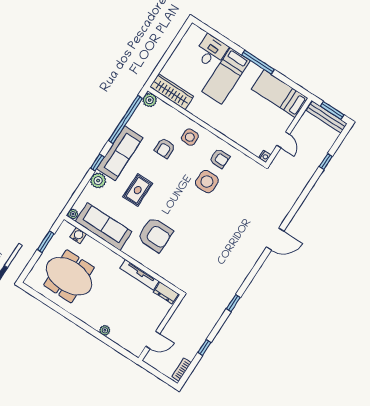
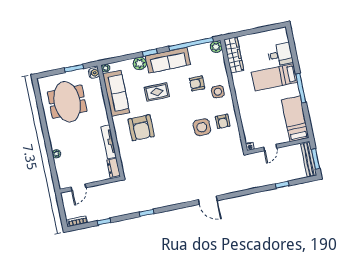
water cooler: (78, 235) -> (94, 73), moved
door: (153, 340) -> (79, 187), hinge flipped

